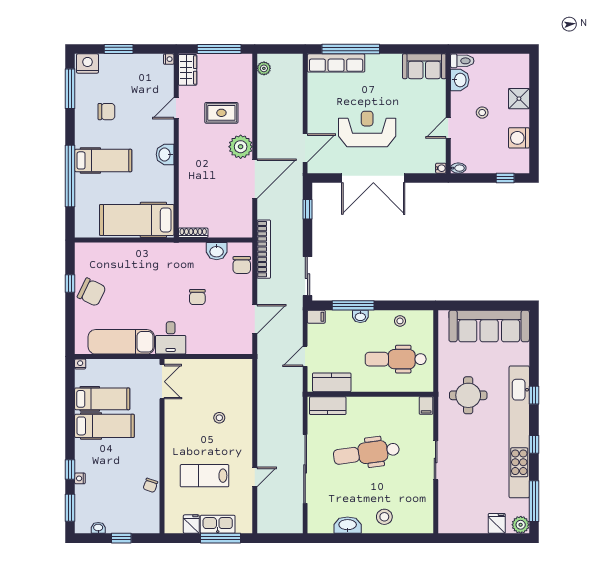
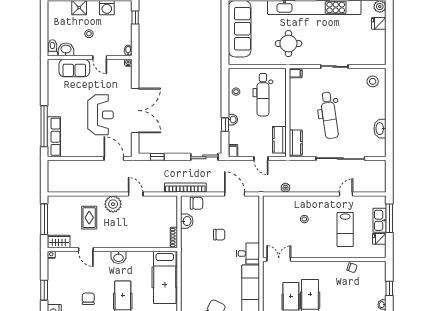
sofa: (424, 66) -> (74, 68), moved, turned 90
plant: (264, 68) -> (285, 188), moved
reception desk: (367, 129) -> (101, 115), turned 180
door: (255, 179) -> (136, 194), width x0.53
window: (353, 305) -> (225, 125), width x0.46
door: (255, 477) -> (346, 194), hinge flipped
stool: (384, 517) -> (373, 81), moved

